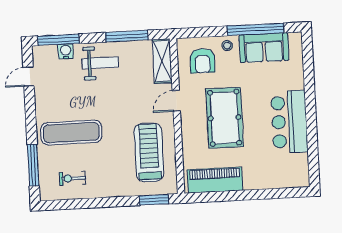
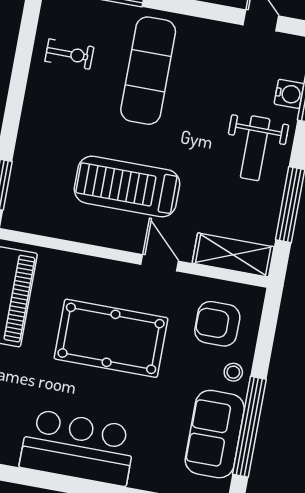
treadmill: (149, 152) -> (127, 186), moved, turned 180
exercise bike: (73, 178) -> (69, 54), turned 90

